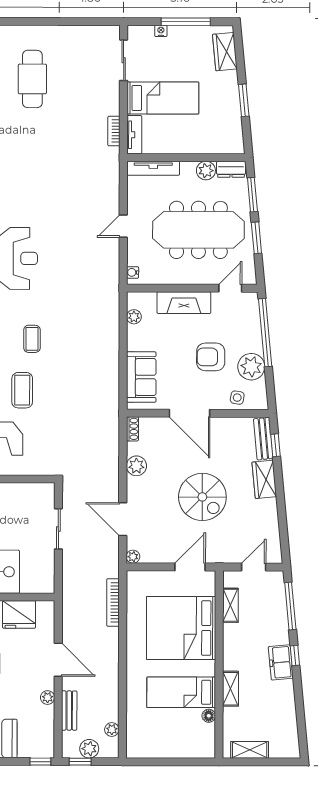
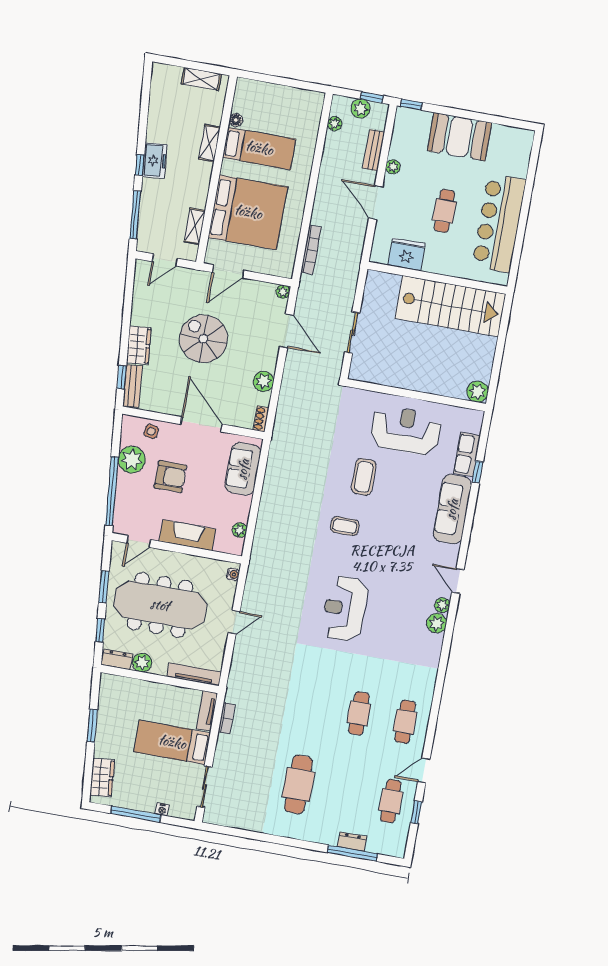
window: (252, 195) -> (100, 630), width x0.67
coffee table: (32, 339) -> (345, 526), turned 90

